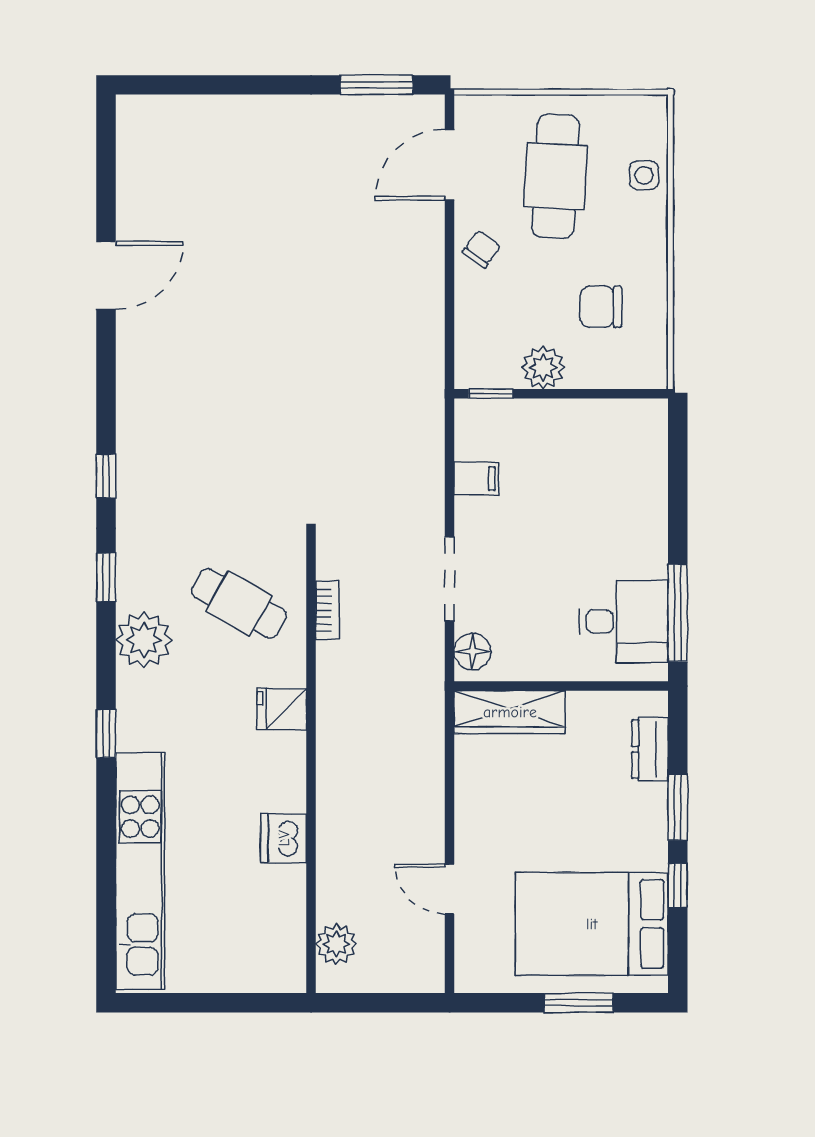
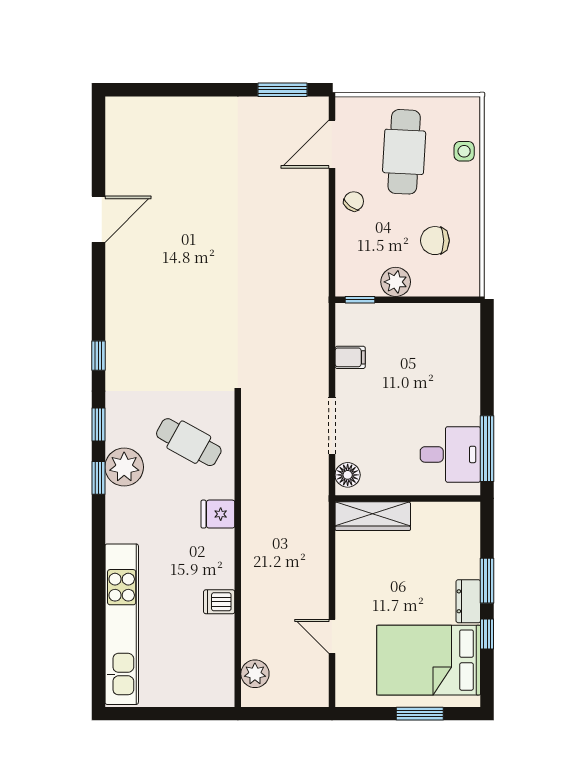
bookcase: (327, 610) -> (249, 447), removed
window: (106, 734) -> (98, 478), moved
dresser: (650, 749) -> (468, 601), moved
dishwasher: (284, 838) -> (219, 602), width x0.73

